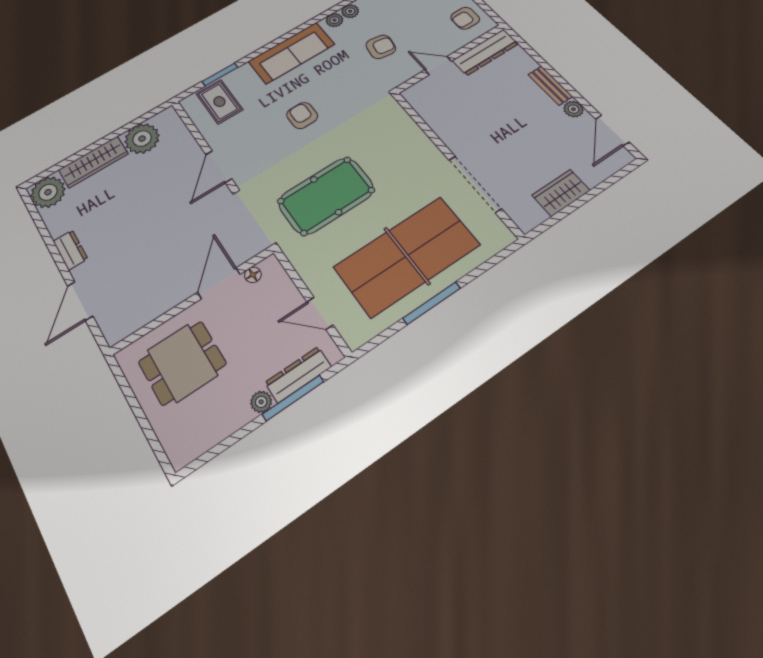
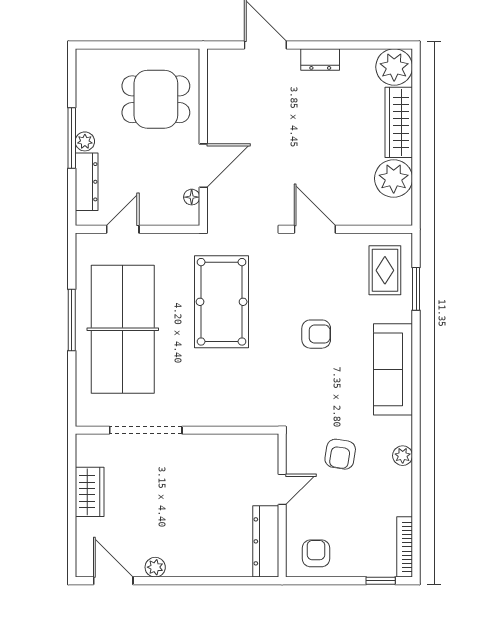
plant: (335, 20) -> (403, 434), removed
bench: (550, 85) -> (192, 568), removed
rug: (219, 102) -> (385, 270), turned 90
door: (219, 283) -> (203, 166), hinge flipped
dining table: (182, 363) -> (156, 99), turned 90
window: (293, 398) -> (72, 138), moved

